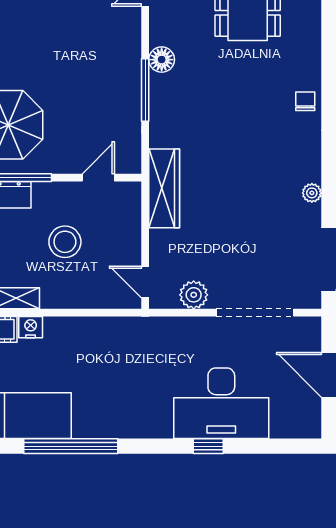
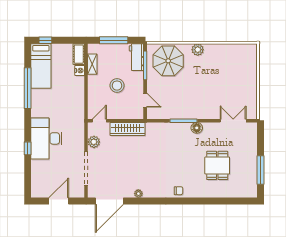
wardrobe: (164, 188) -> (128, 129), moved
desk: (221, 403) -> (46, 138), moved

